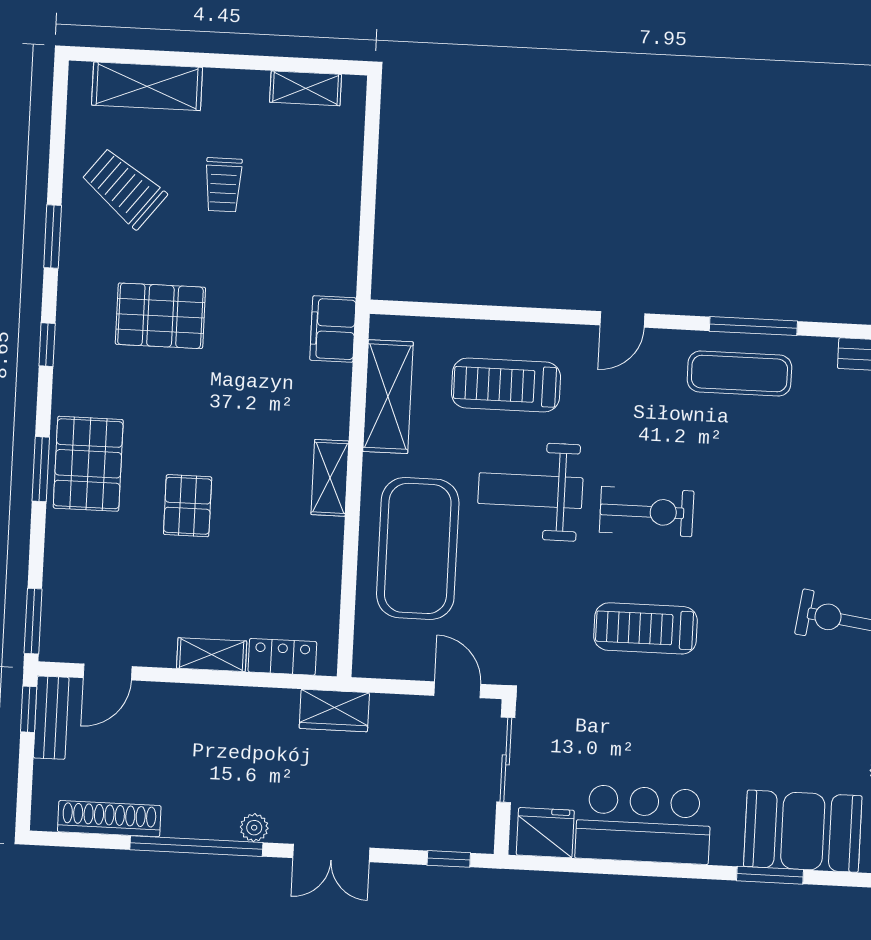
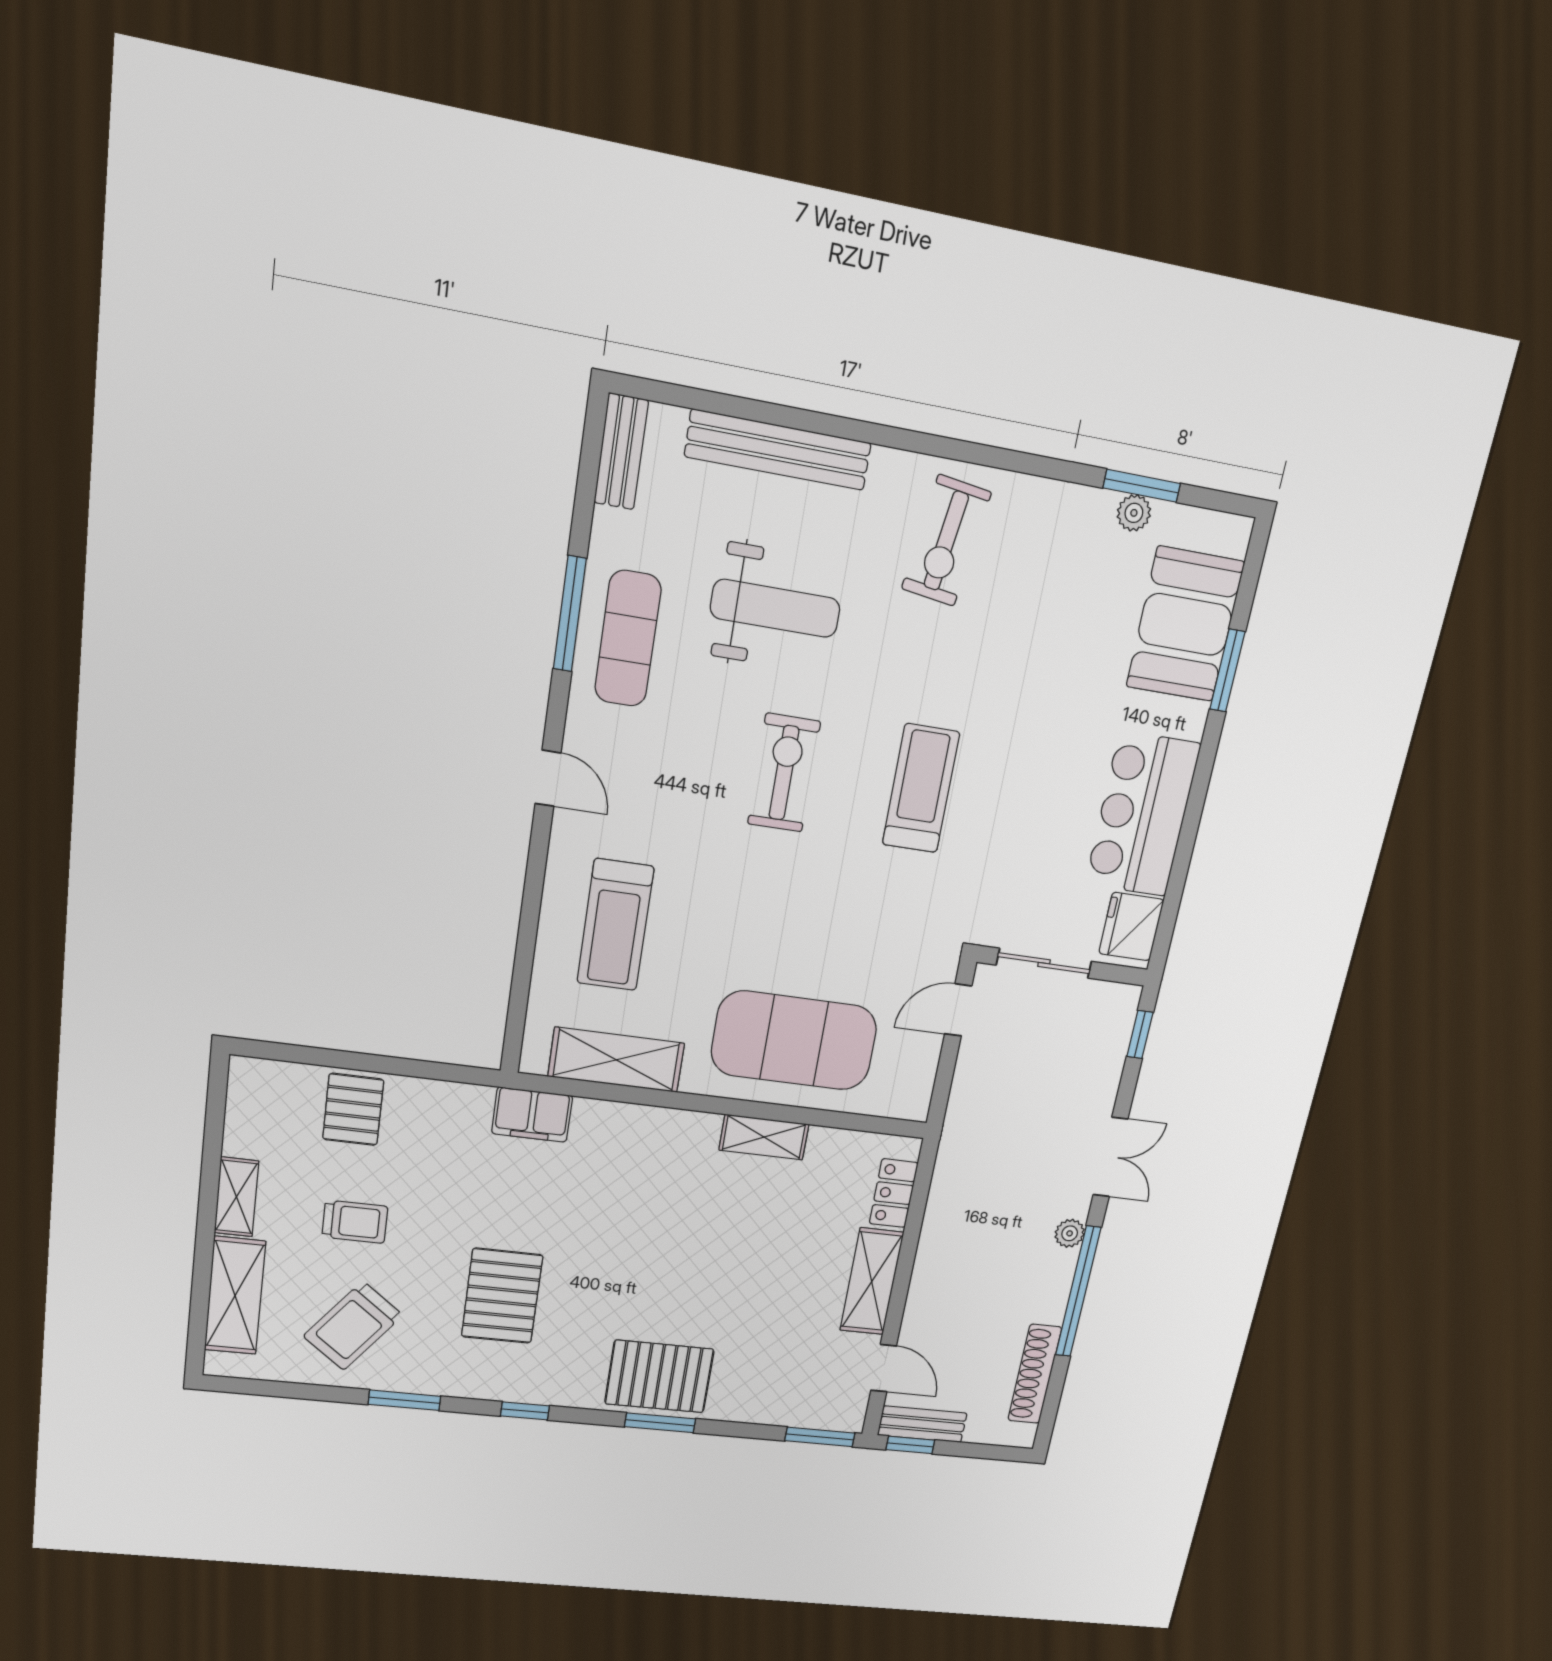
shelving: (306, 88) -> (236, 1197), moved
shelving: (330, 478) -> (764, 1137), moved
weight bench: (530, 491) -> (775, 608), moved, turned -90
pallet: (188, 506) -> (353, 1109), moved, turned 90
treadmill: (646, 628) -> (921, 788), turned 180
shelving: (212, 655) -> (872, 1281), width x1.50, depth x1.33
wardrobe: (334, 711) -> (960, 1143), removed

